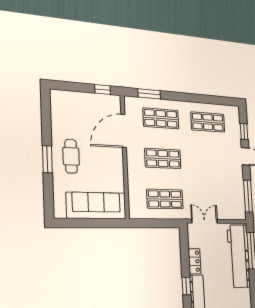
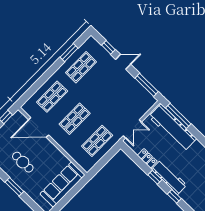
window: (149, 94) -> (69, 53), moved
door: (124, 131) -> (39, 127), hinge flipped
cafe table: (71, 156) -> (23, 162), moved
double door: (205, 221) -> (132, 129), swing flipped

